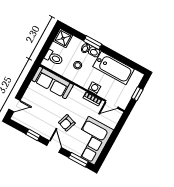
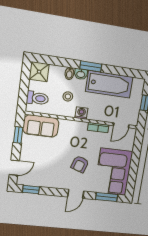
window: (93, 43) -> (91, 67), moved
window: (28, 80) -> (18, 135), added
sofa: (53, 82) -> (41, 126), width x0.73
washing machine: (94, 88) -> (81, 113), moved
window: (33, 135) -> (31, 190), moved
door: (54, 146) -> (76, 194), swing flipped

